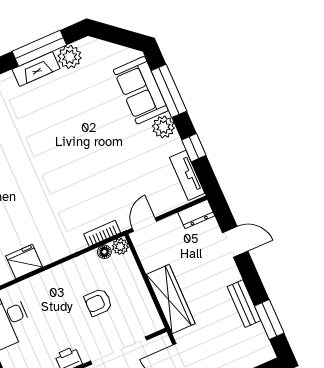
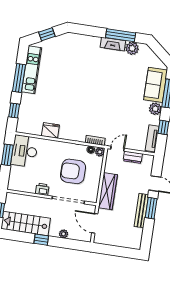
dresser: (196, 214) -> (133, 157), moved
armchair: (98, 302) -> (73, 171), width x1.88, depth x1.88
bench: (244, 304) -> (141, 211), width x1.36
window: (269, 319) -> (151, 208), moved

